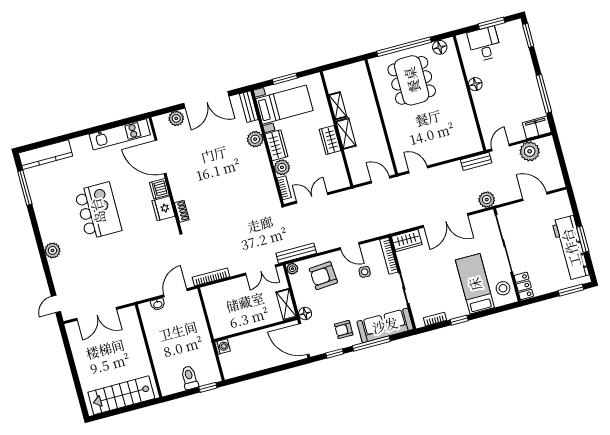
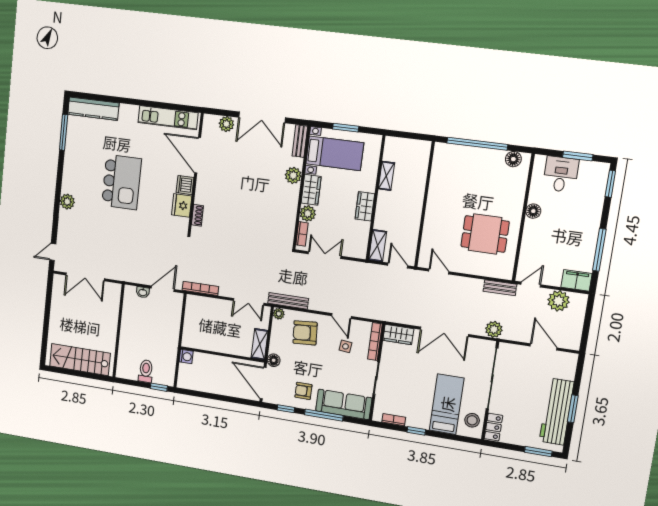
dining table: (412, 80) -> (485, 234), moved, width x0.73
shelving: (346, 134) -> (378, 246), moved

